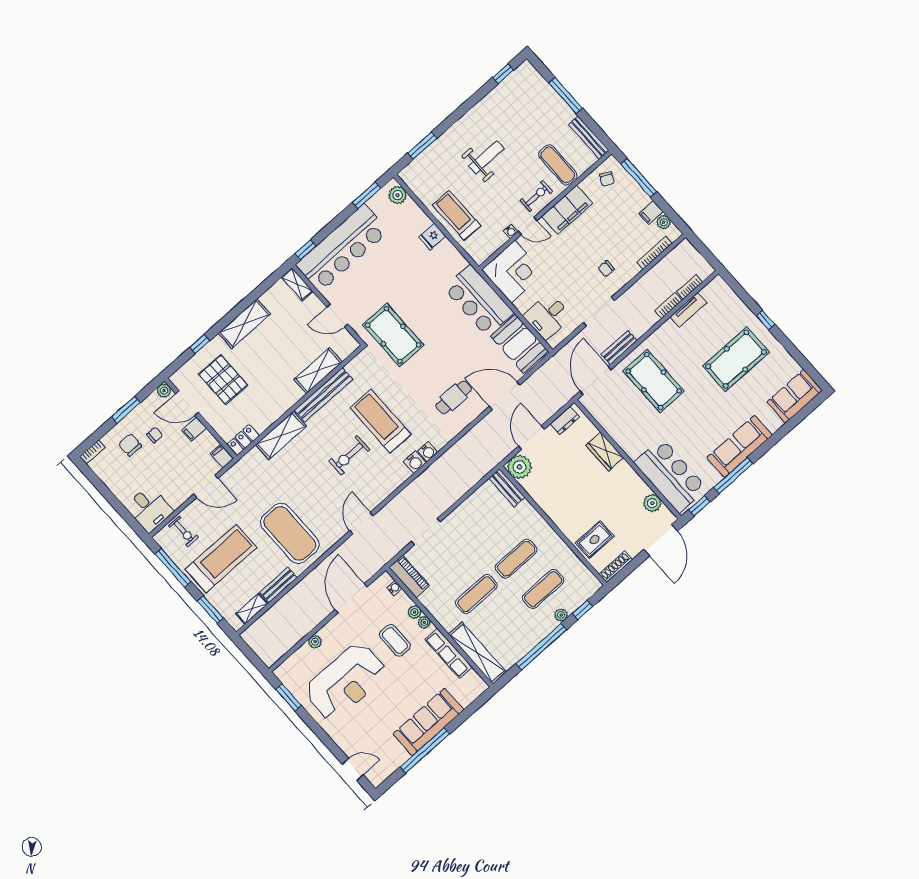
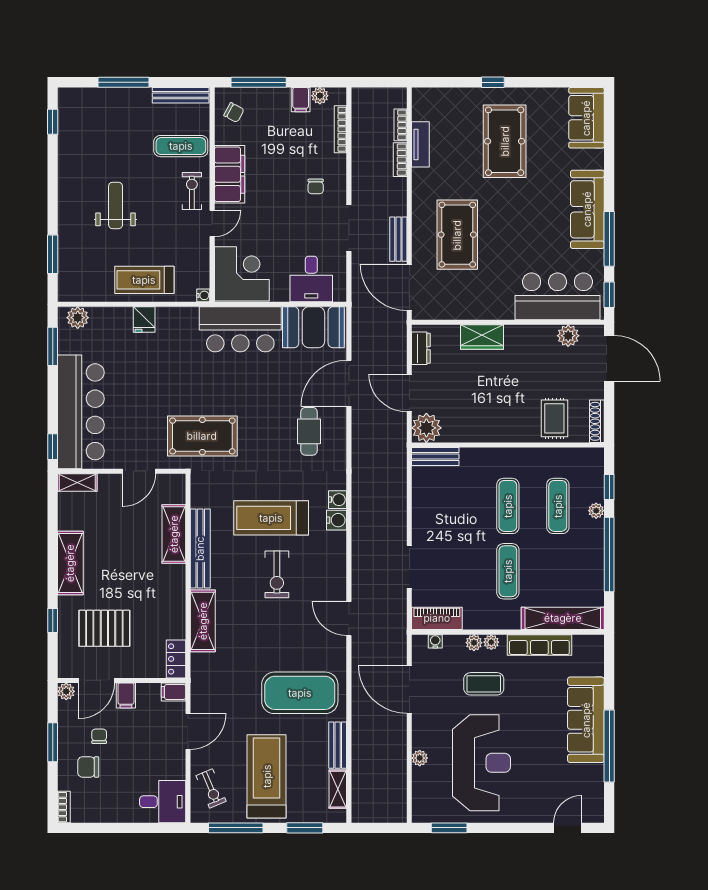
water cooler: (511, 231) -> (203, 295), moved
pool table: (654, 381) -> (457, 235), turned 90
exercise bike: (184, 531) -> (211, 788), turned 67

